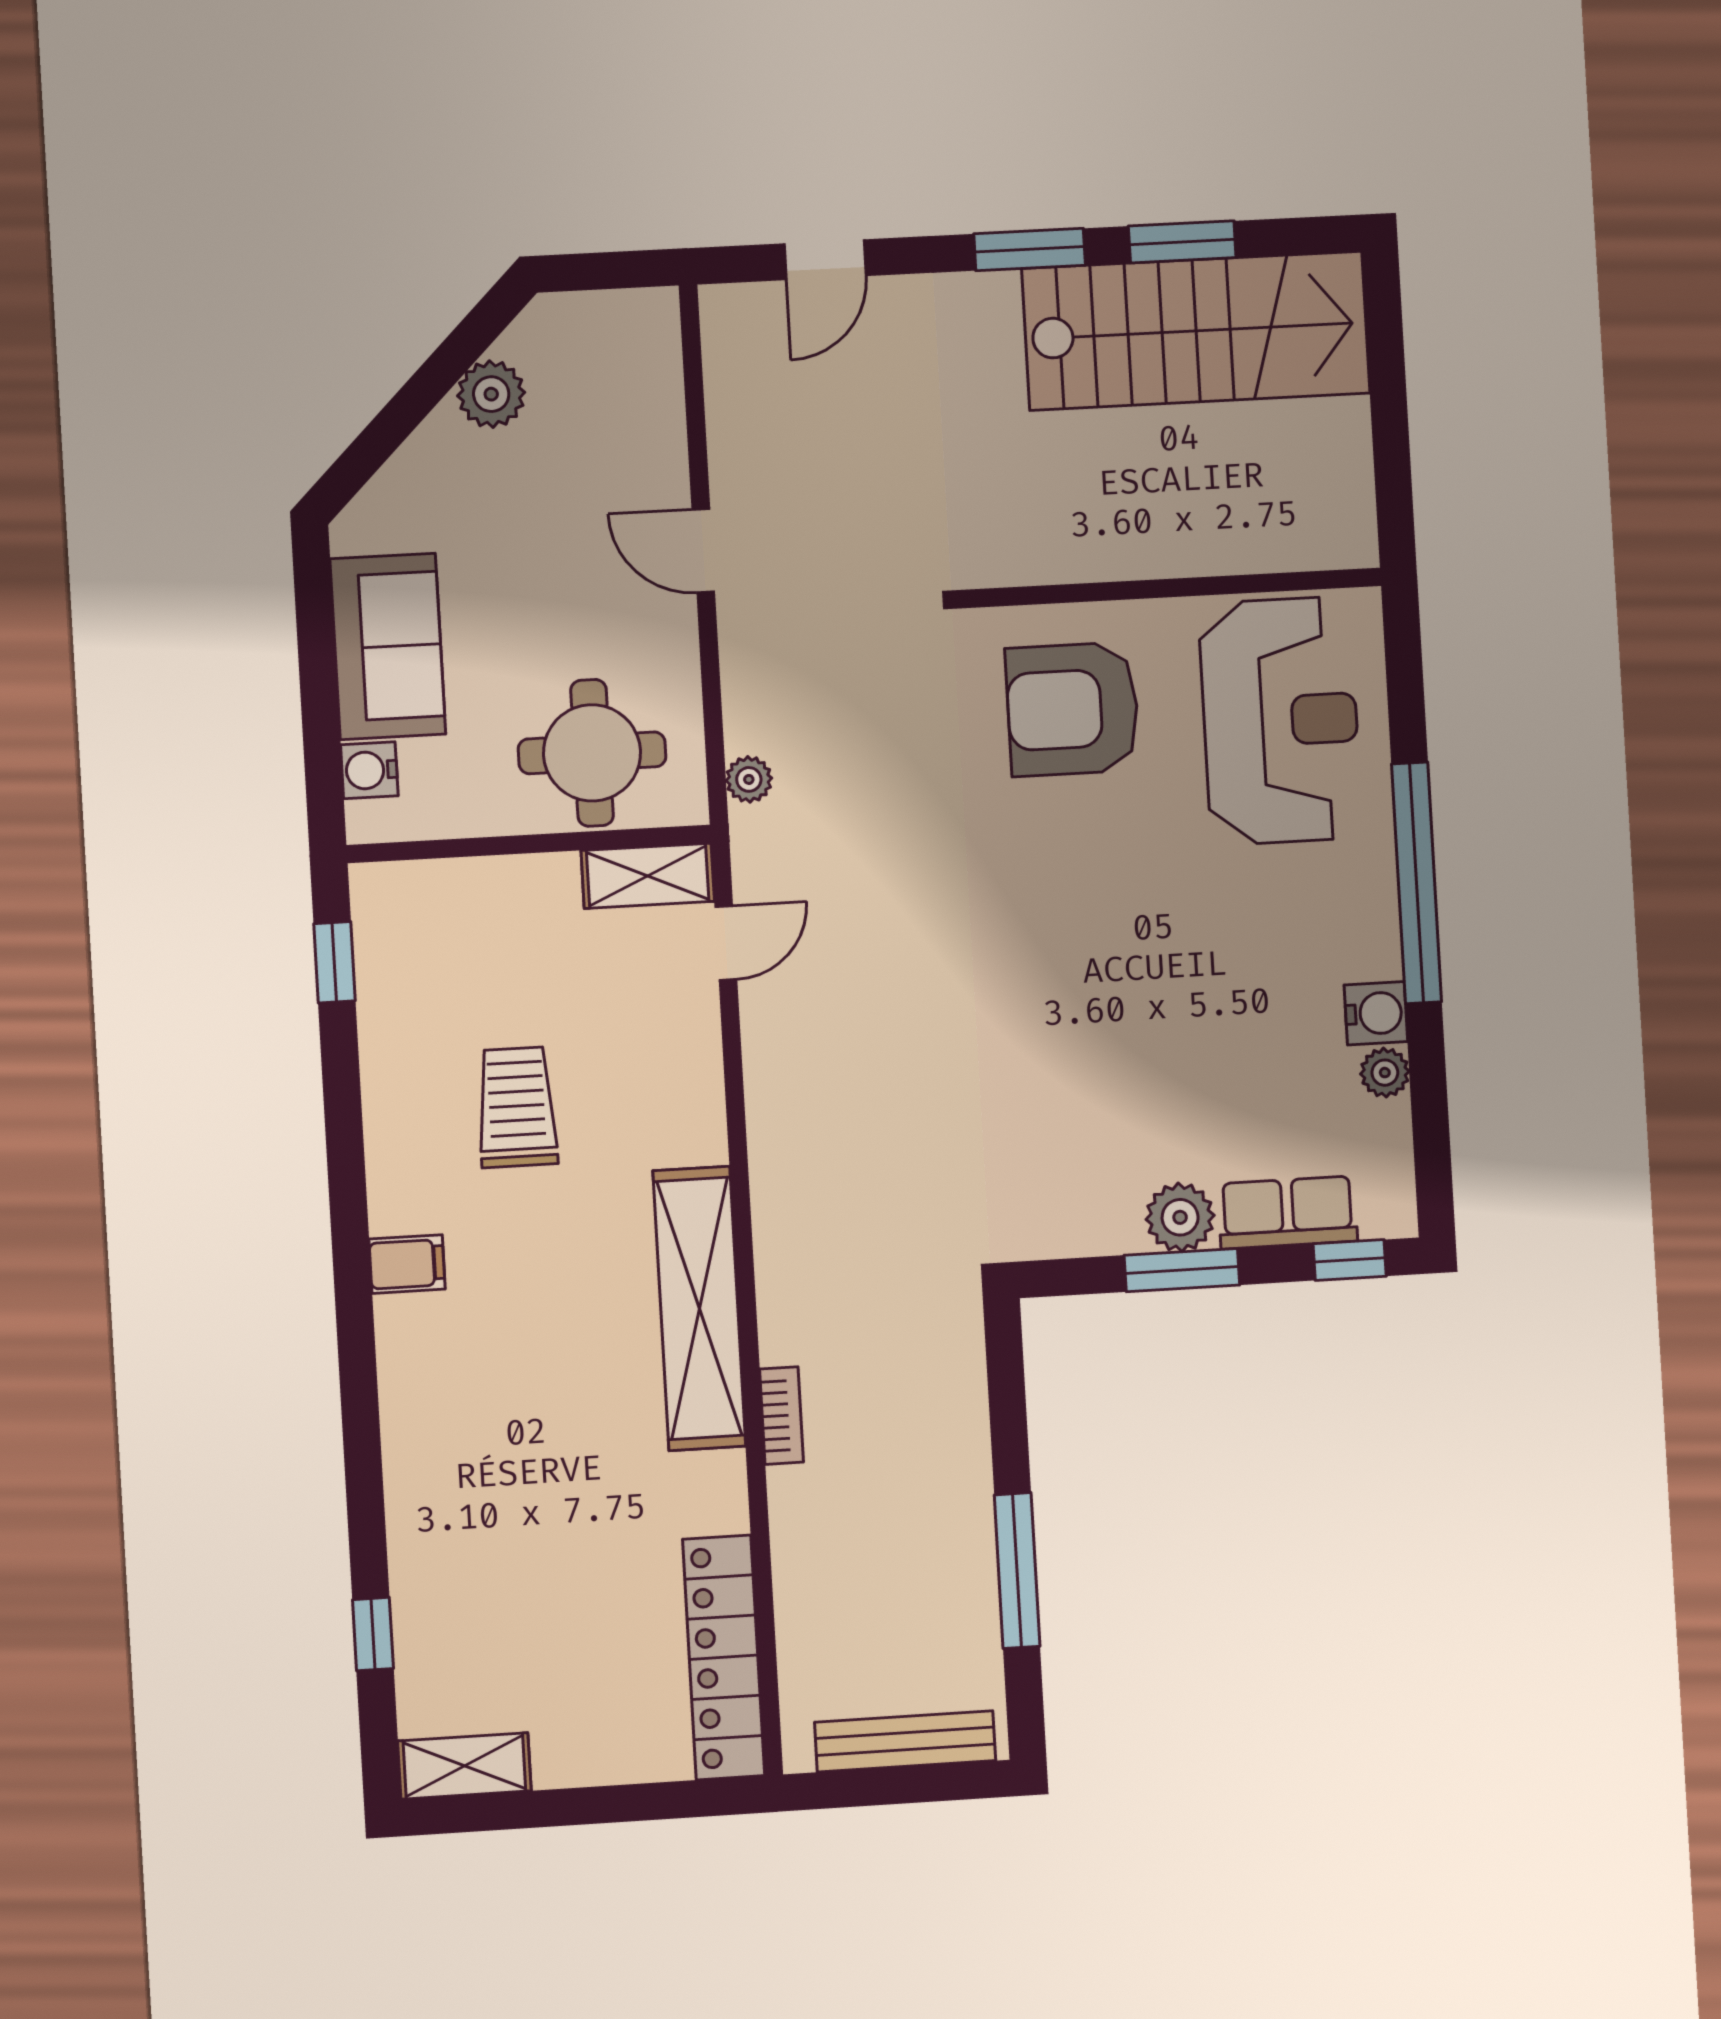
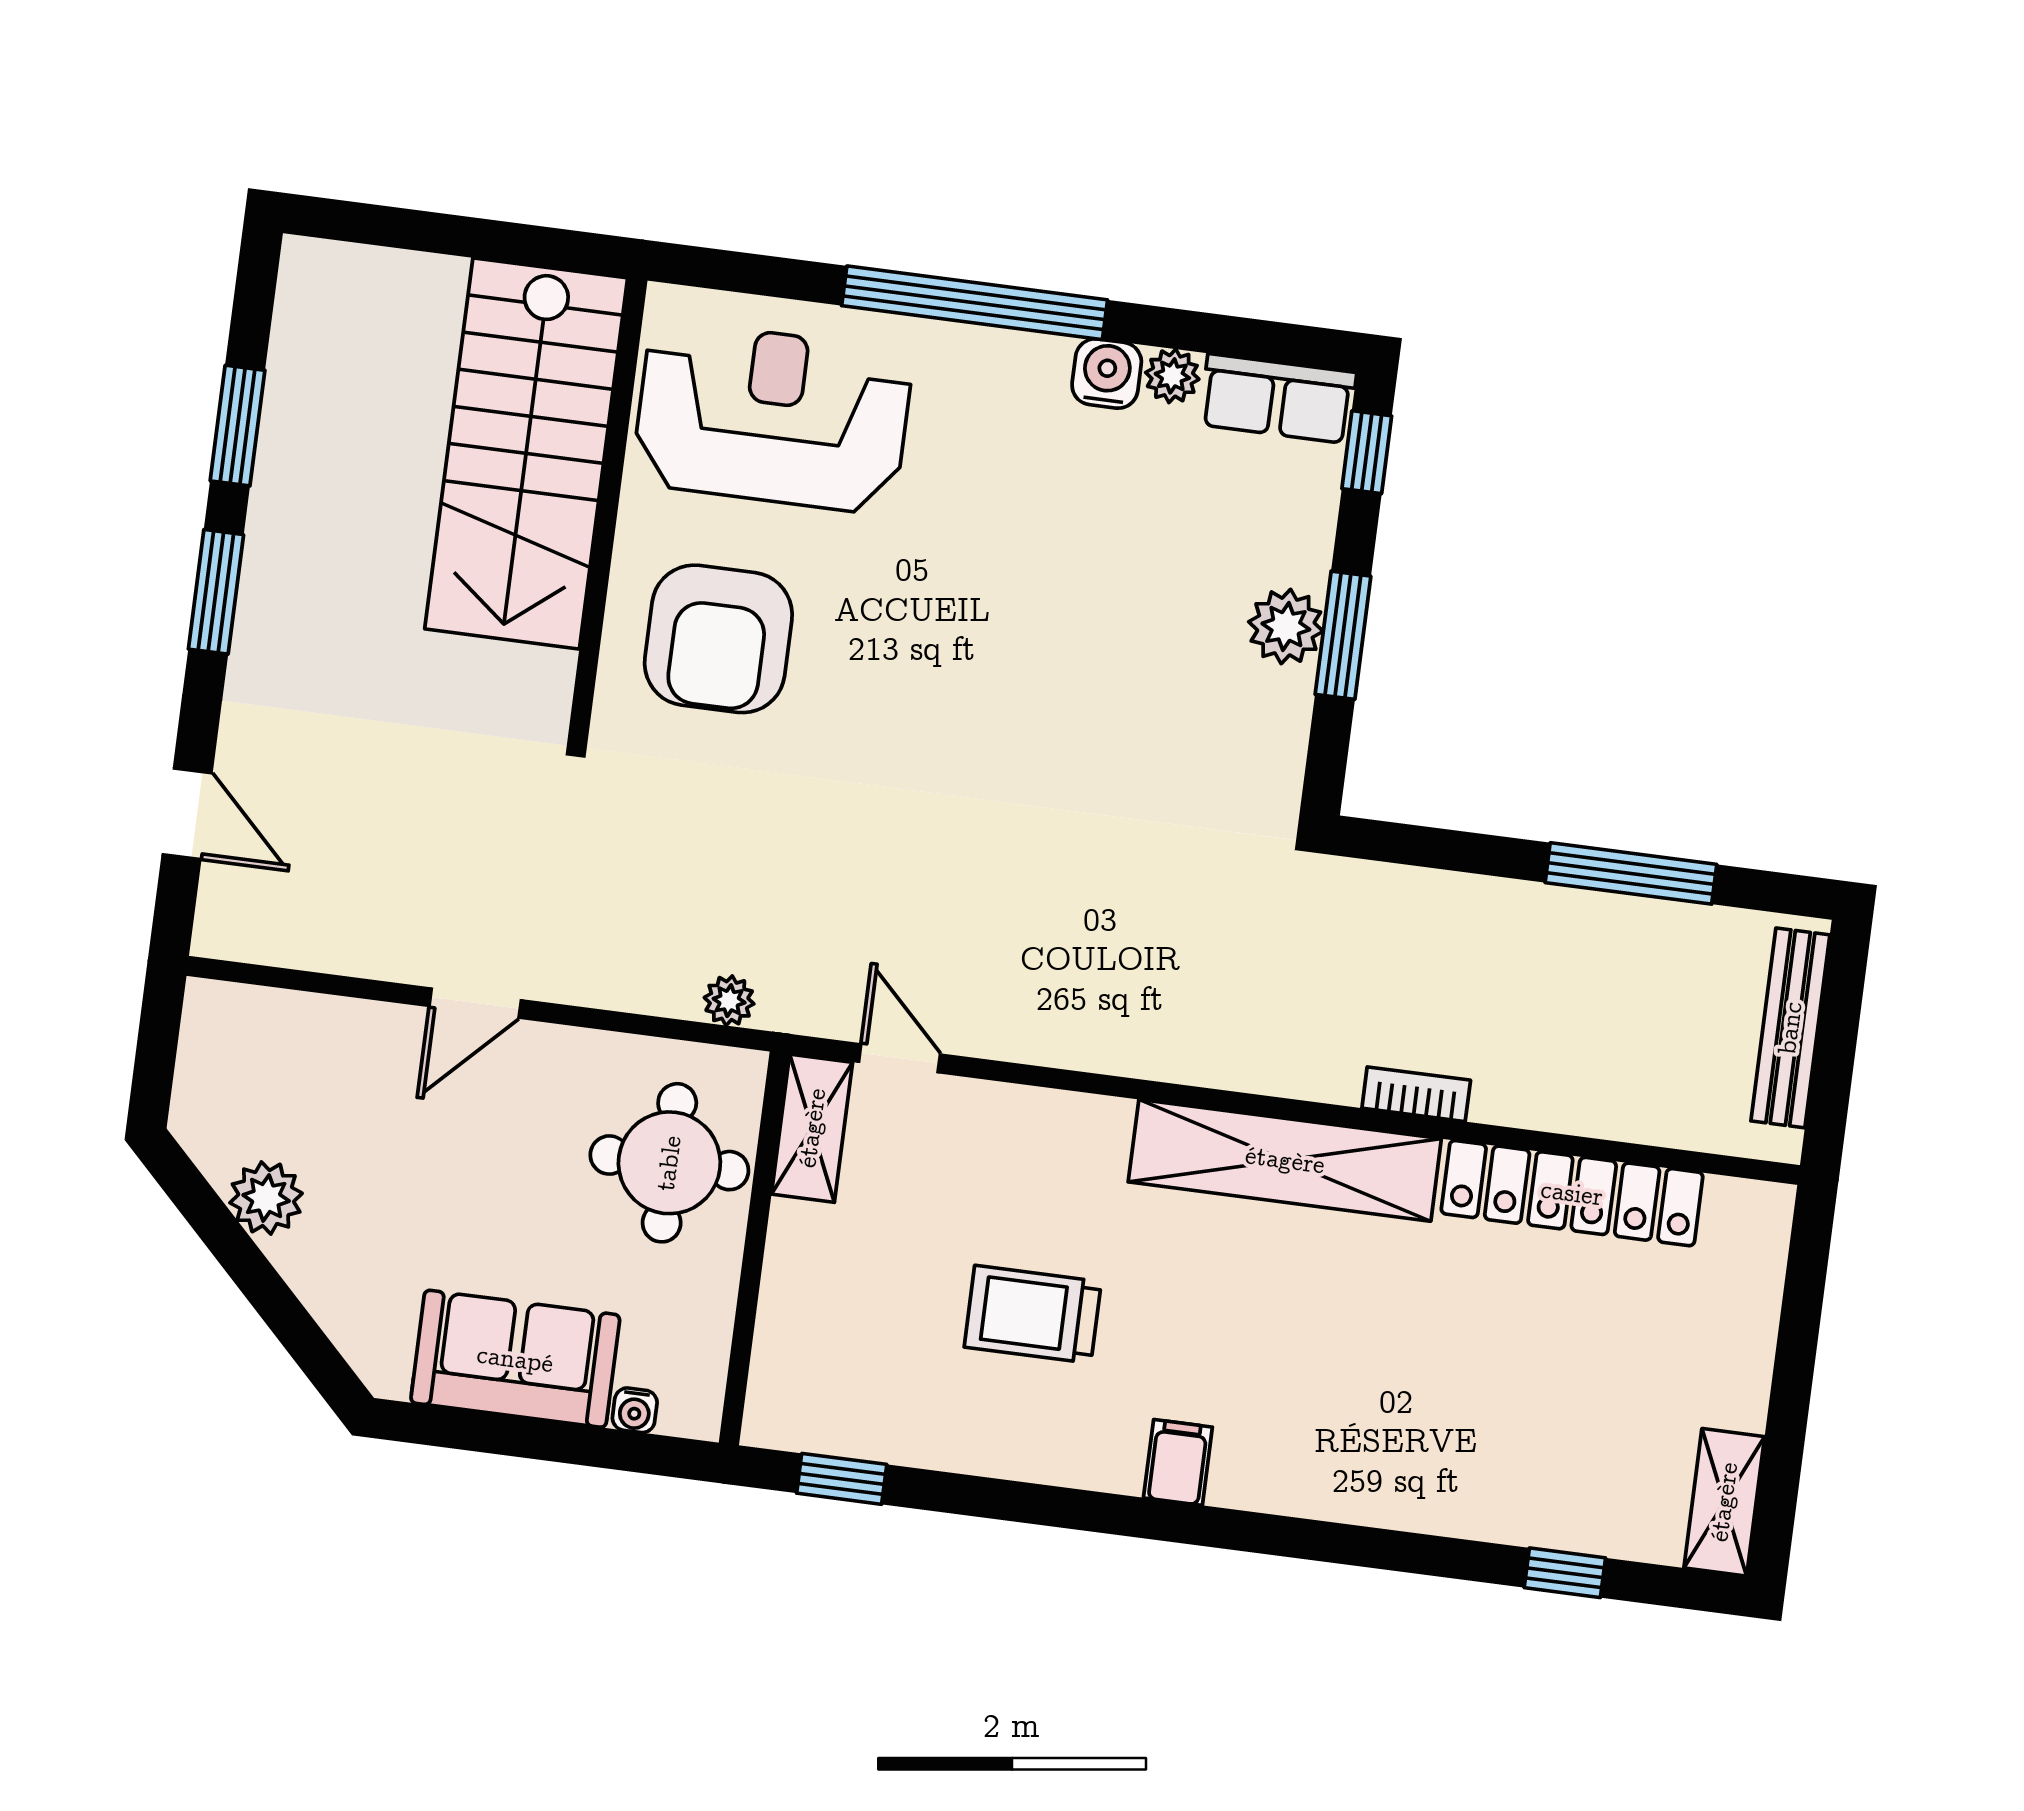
stairs: (1196, 331) -> (526, 453), moved, turned 180
water cooler: (369, 770) -> (635, 1410), width x0.72, depth x0.72
row of seats: (1288, 1212) -> (1278, 399), moved, turned -90
locker: (724, 1657) -> (1572, 1193), moved

